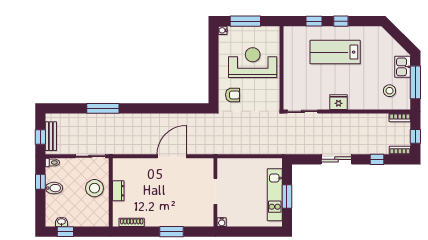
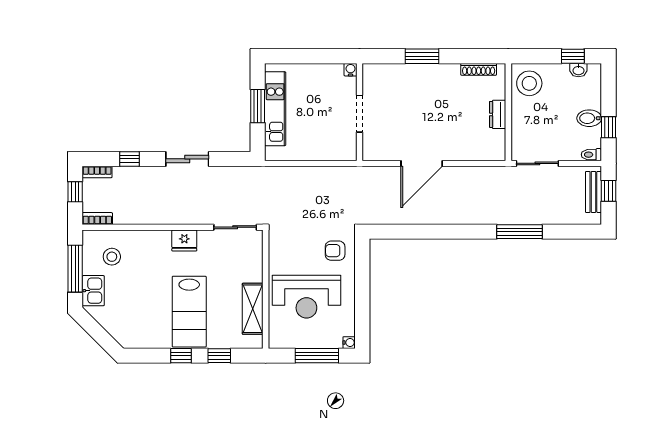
lab bench: (335, 52) -> (189, 312), turned 90
shelving: (290, 54) -> (253, 309), added
stool: (94, 188) -> (529, 83), moved

